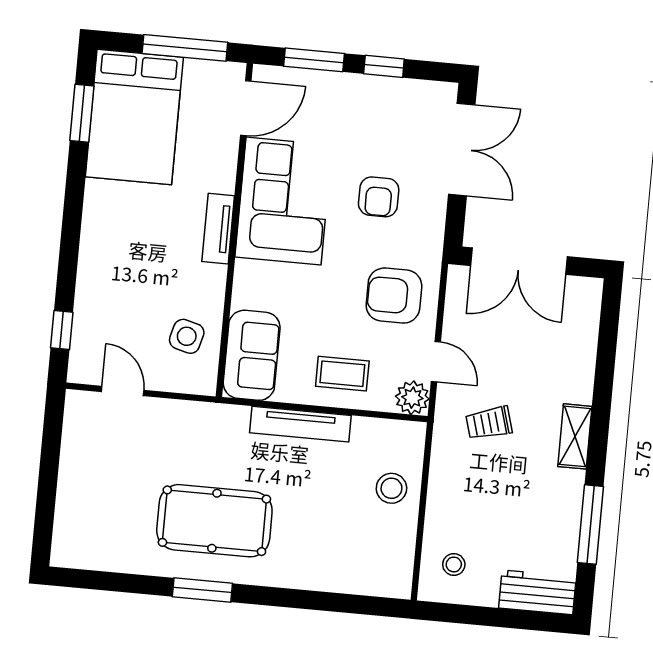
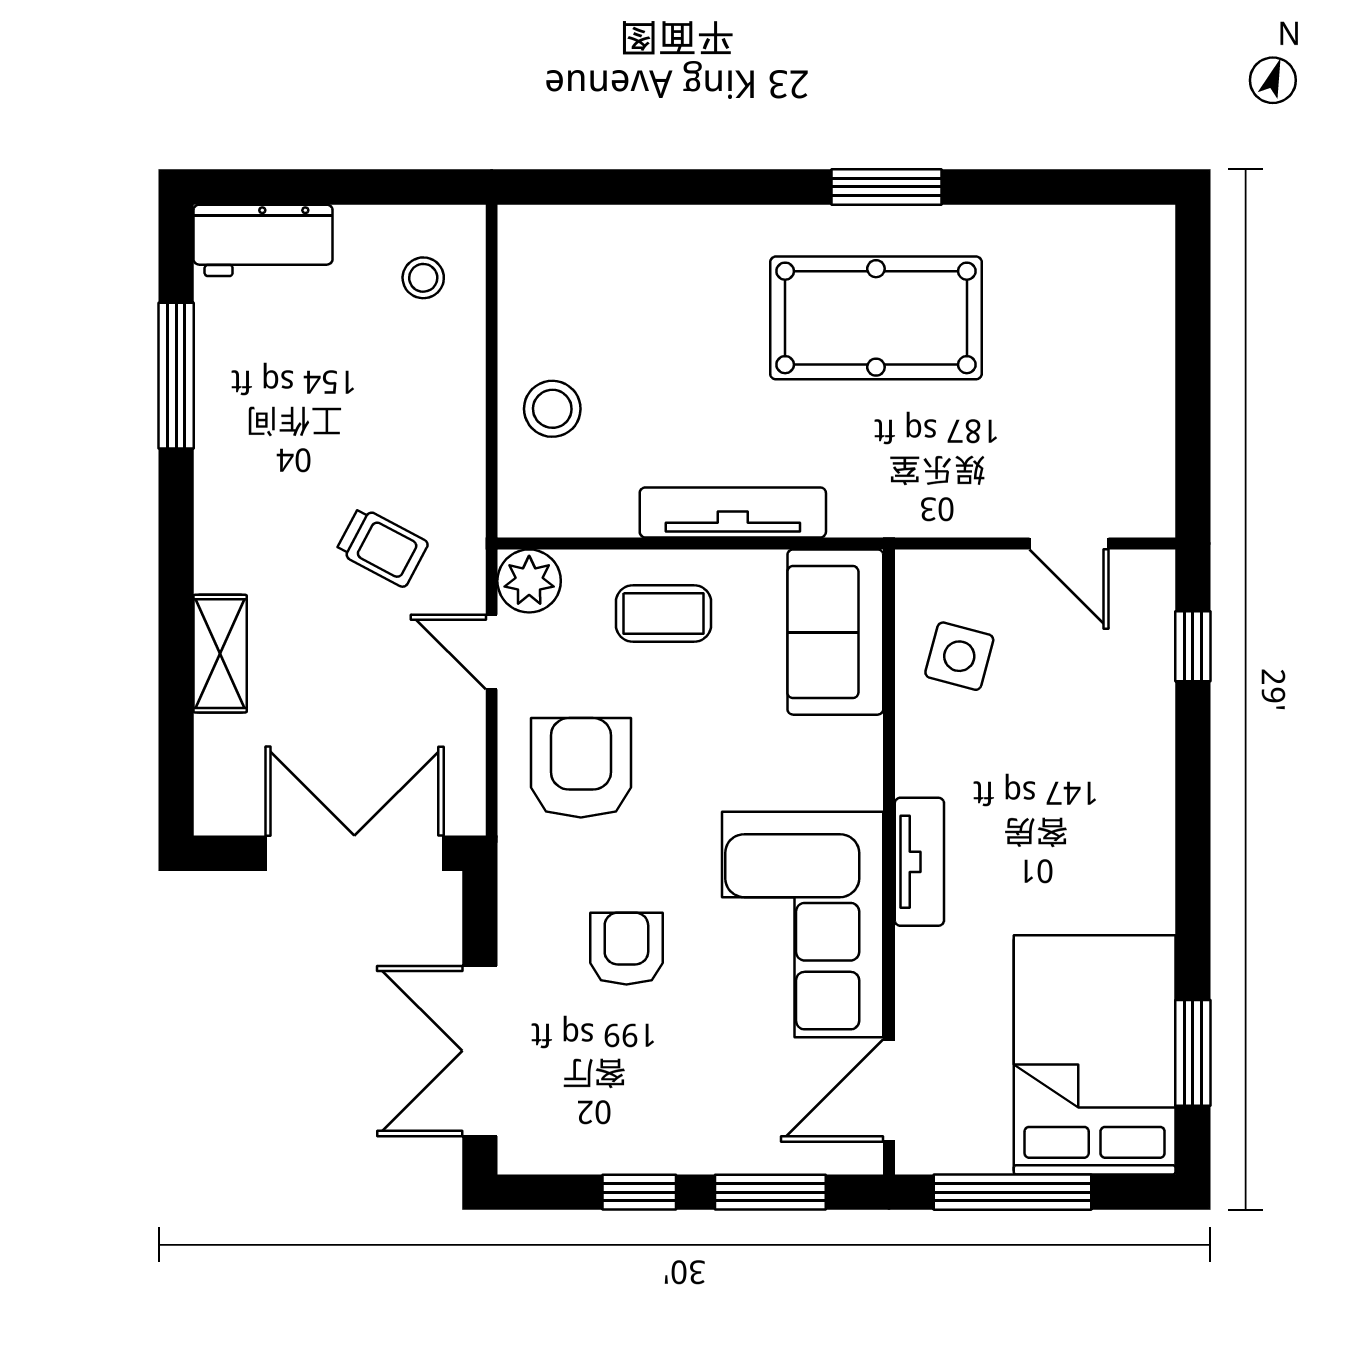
armchair: (394, 296) -> (581, 768), turned -90
trolley: (489, 423) -> (382, 547), turned 44
shelving: (575, 436) -> (220, 654), moved

